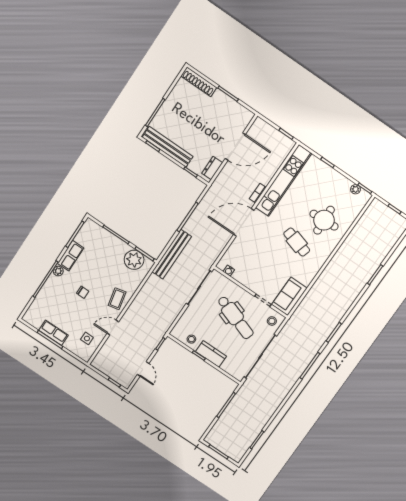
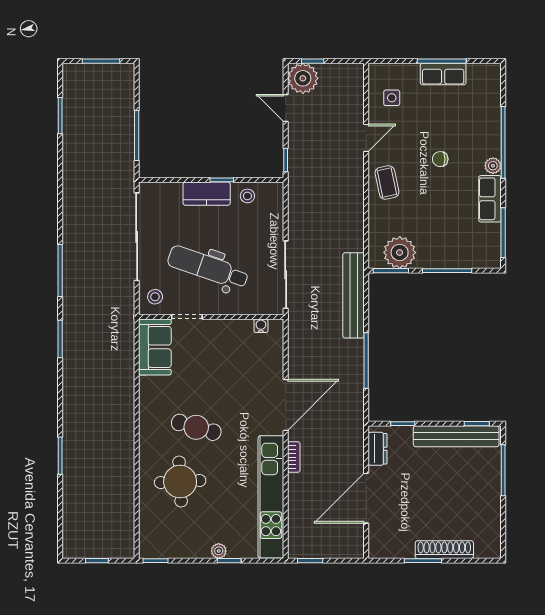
shoe rack: (199, 82) -> (444, 550), moved
plant: (355, 189) -> (219, 551), moved
plant: (125, 377) -> (303, 78), added

